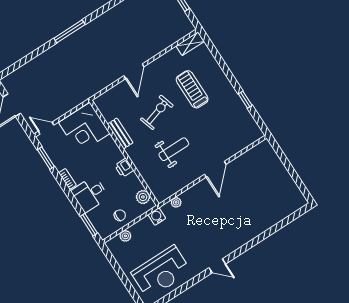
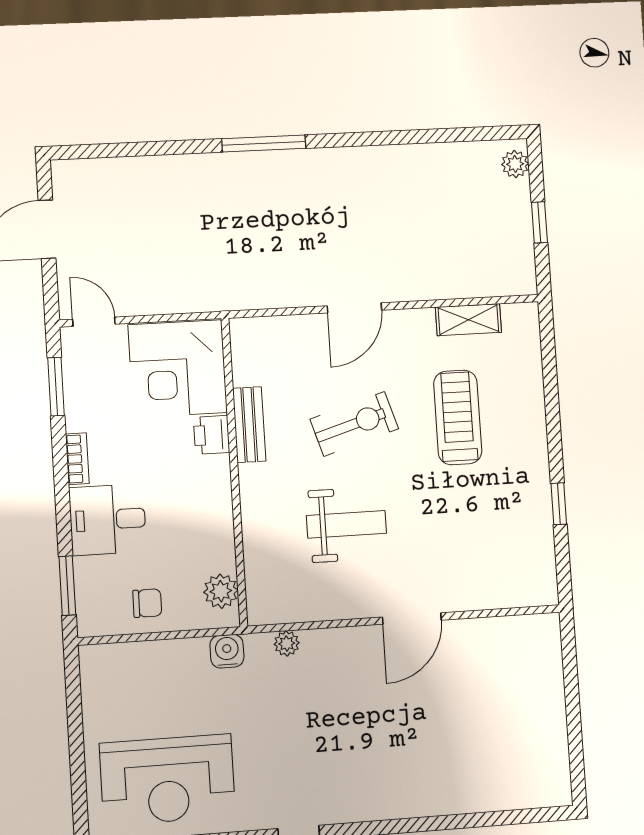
shelving: (190, 44) -> (468, 320), moved
printer: (124, 168) -> (212, 435), moved
plant: (125, 236) -> (134, 656), removed

